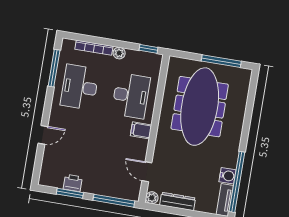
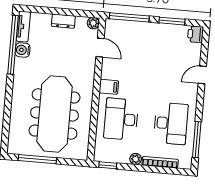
printer: (73, 183) -> (195, 34), moved, turned 90
dresser: (178, 202) -> (63, 21), width x0.70

